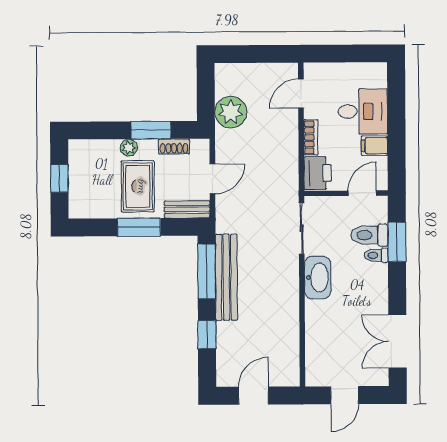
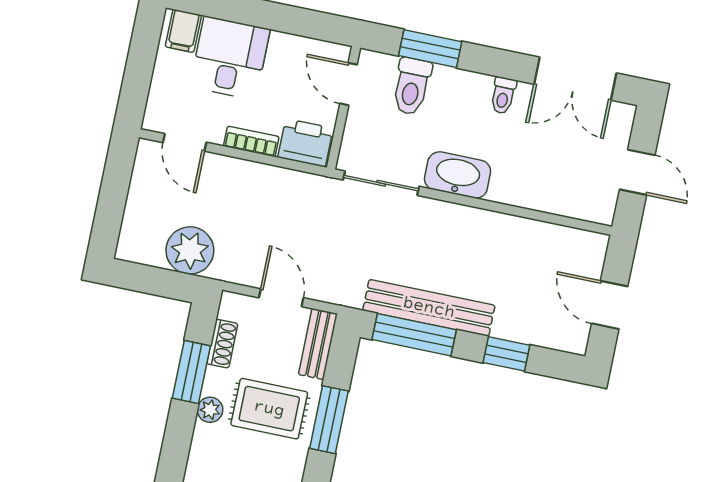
filing cabinet: (375, 146) -> (183, 31), moved
toilet: (376, 255) -> (503, 95), moved

